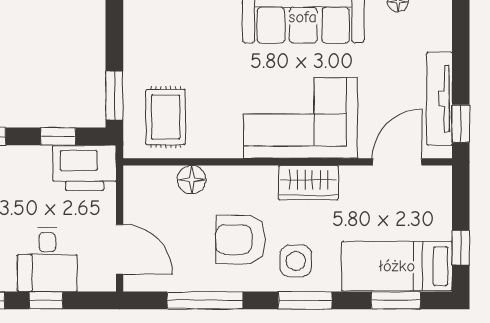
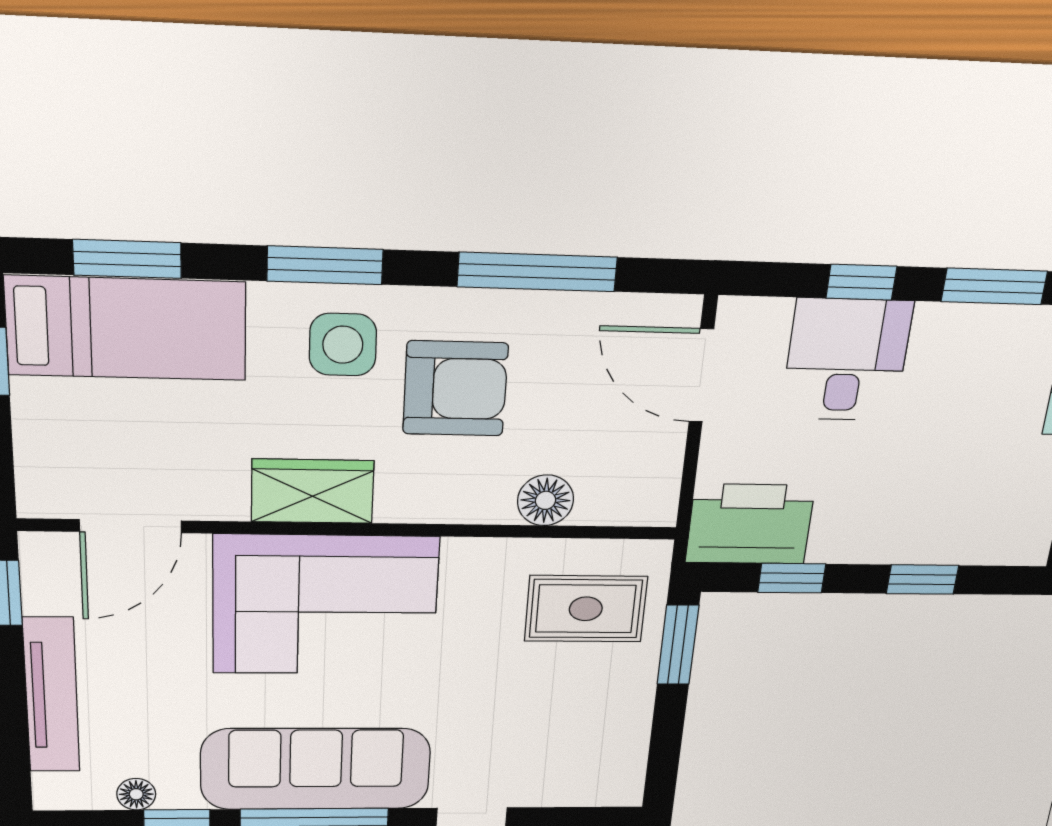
tv unit: (439, 99) -> (51, 695), moved
rug: (166, 117) -> (586, 609), turned 90

